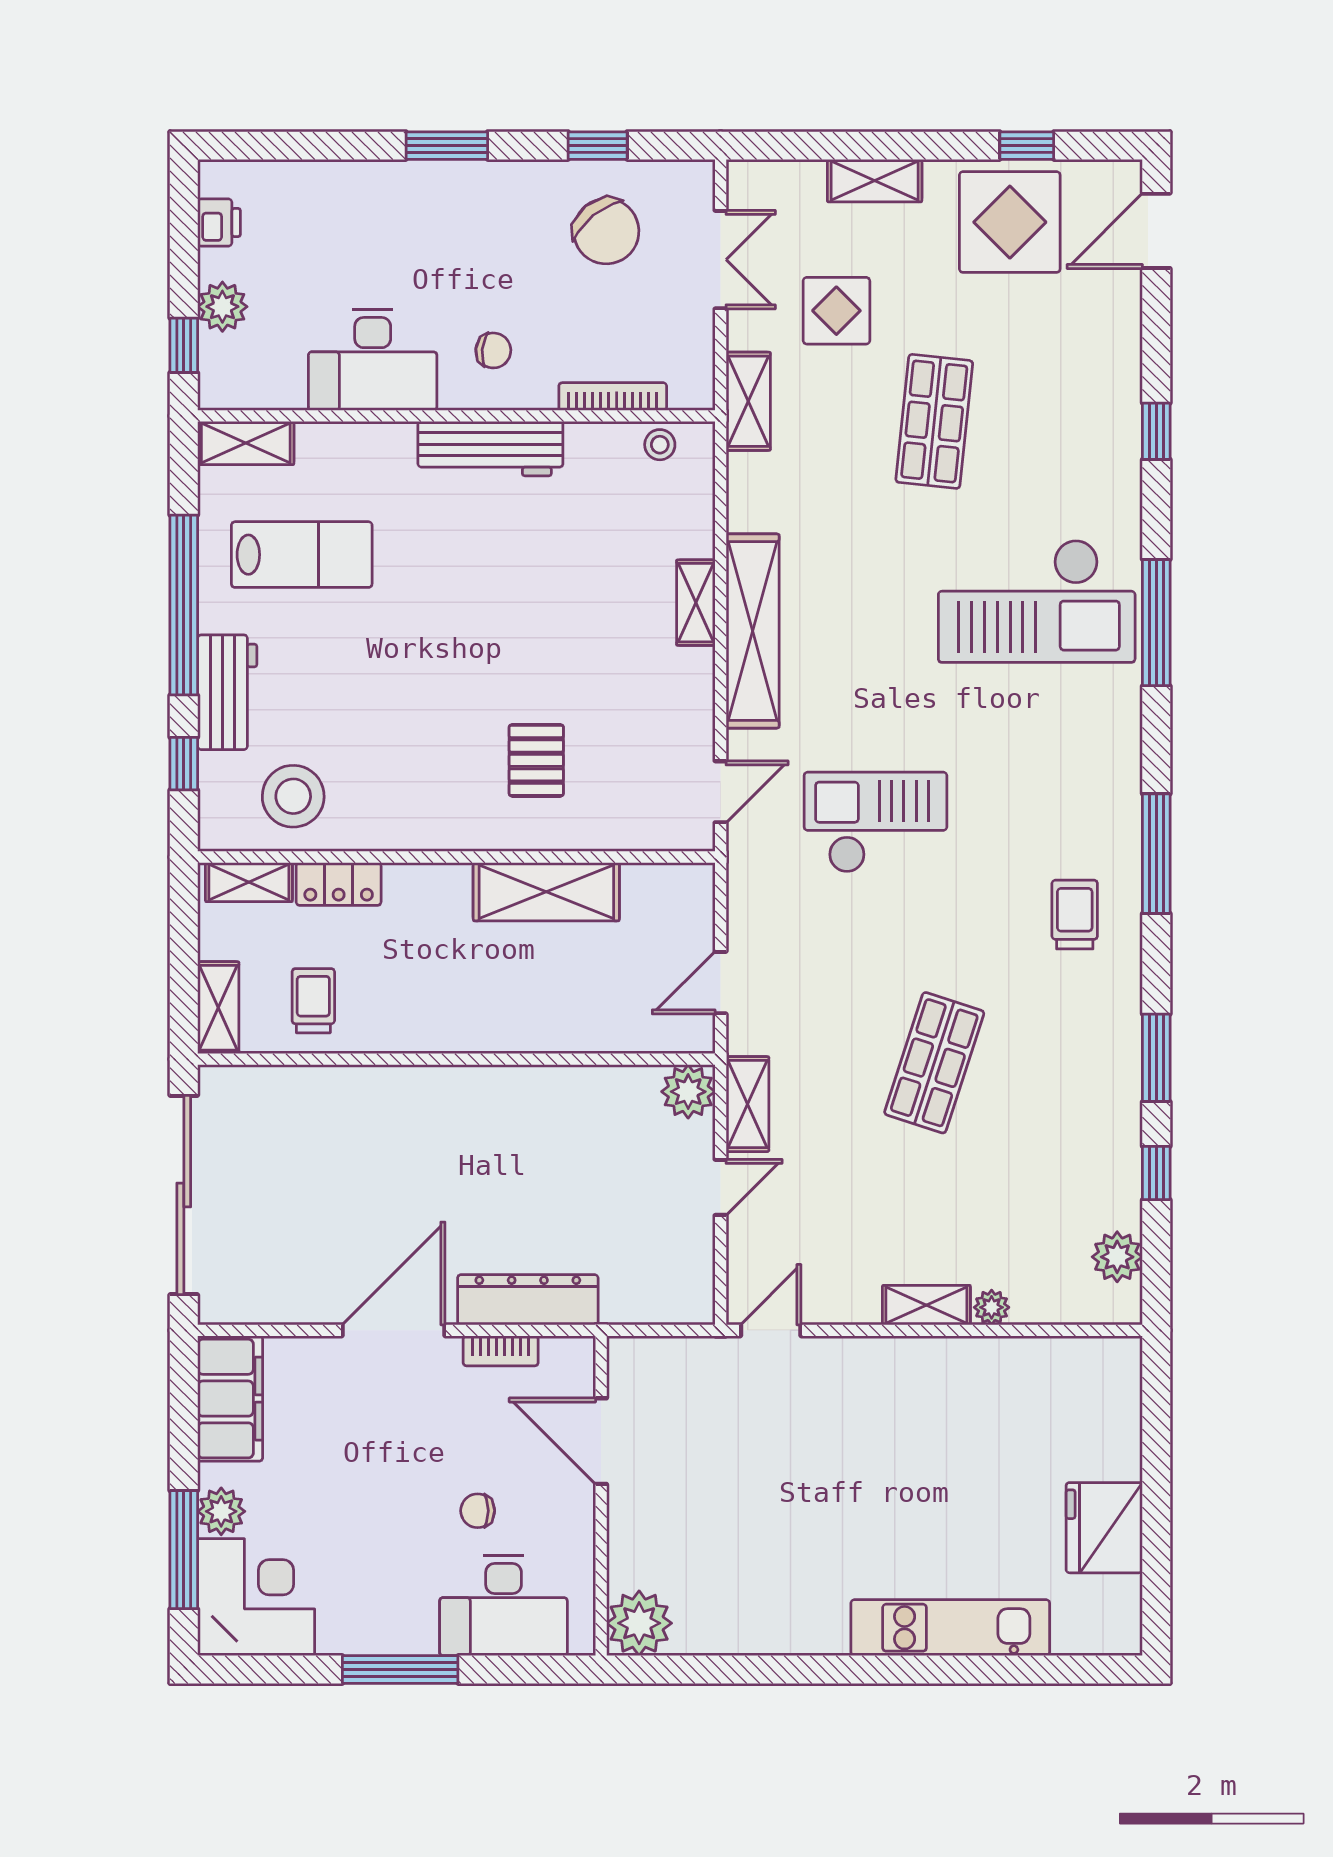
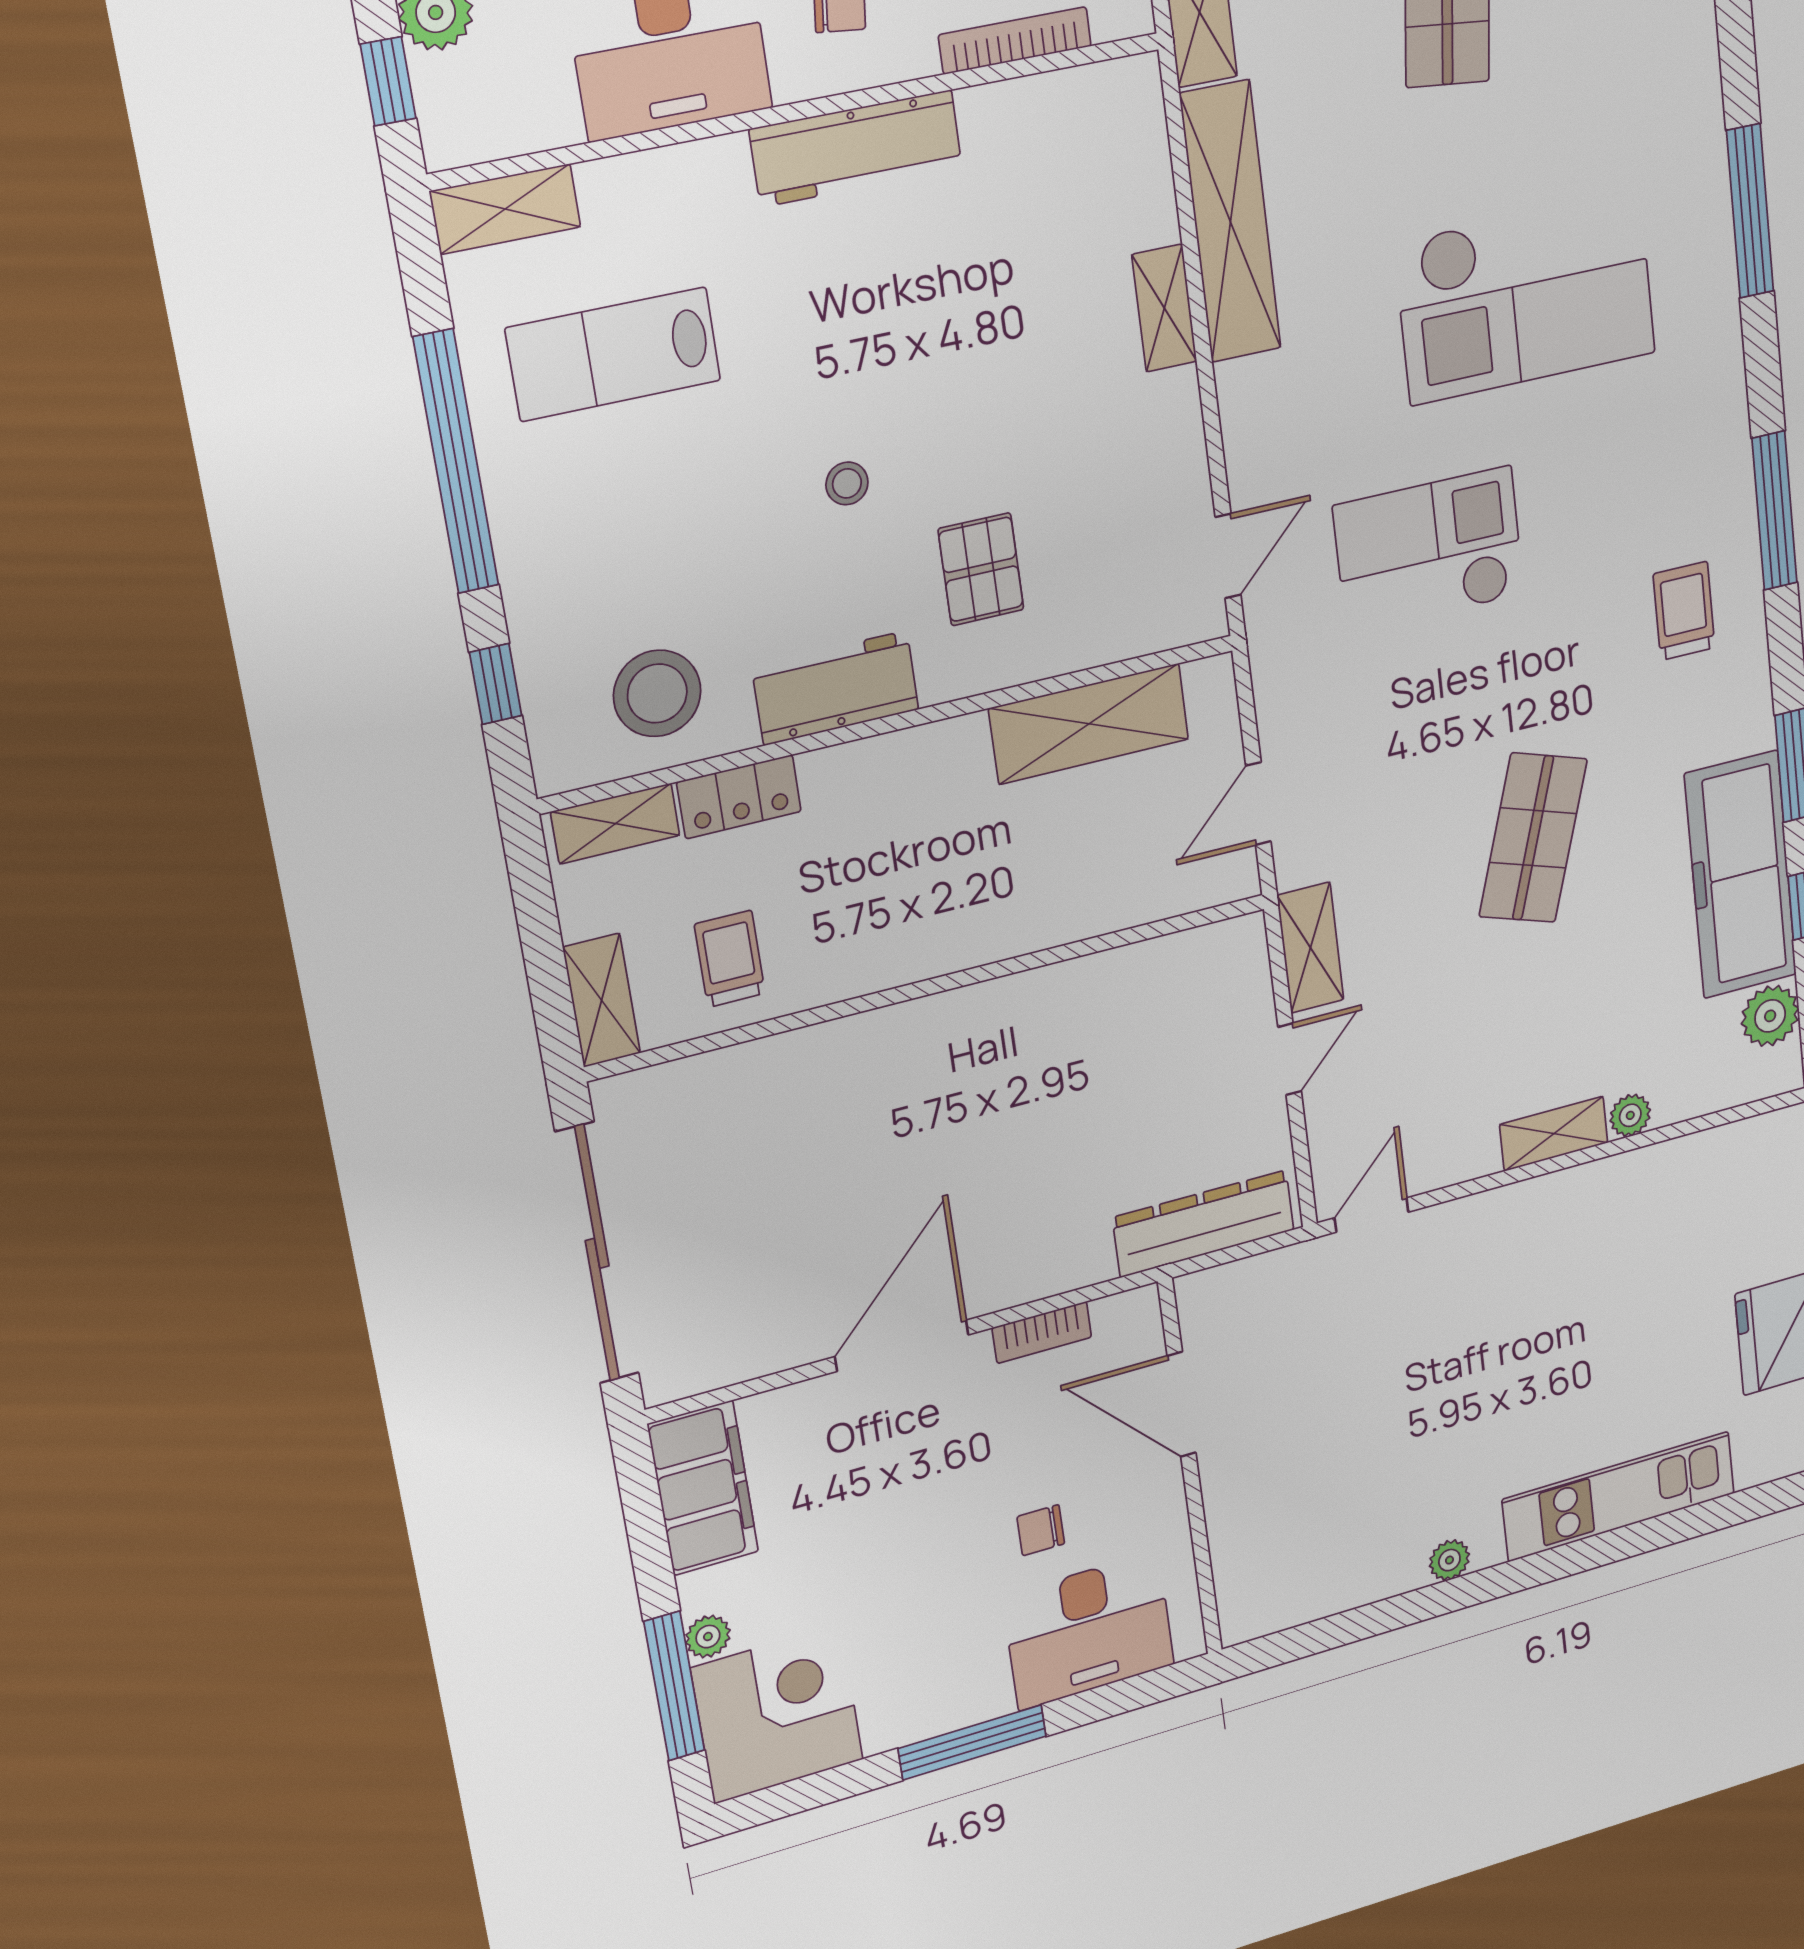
stool: (660, 445) -> (847, 483), moved
lab bench: (302, 555) -> (613, 354), turned 180
checkout: (1037, 601) -> (1526, 298), moved
shelving: (753, 631) -> (1230, 222), moved
workbench: (227, 692) -> (836, 688), moved, turned -90
shelving: (546, 892) -> (1089, 724), moved
plant: (688, 1092) -> (1235, 951), removed
freezer: (1103, 1135) -> (1741, 875), added
dresser: (528, 1300) -> (1204, 1224), moved
plant: (221, 1511) -> (708, 1637), width x0.73, depth x0.73
plant: (639, 1623) -> (1449, 1560), moved, width x0.53, depth x0.53

